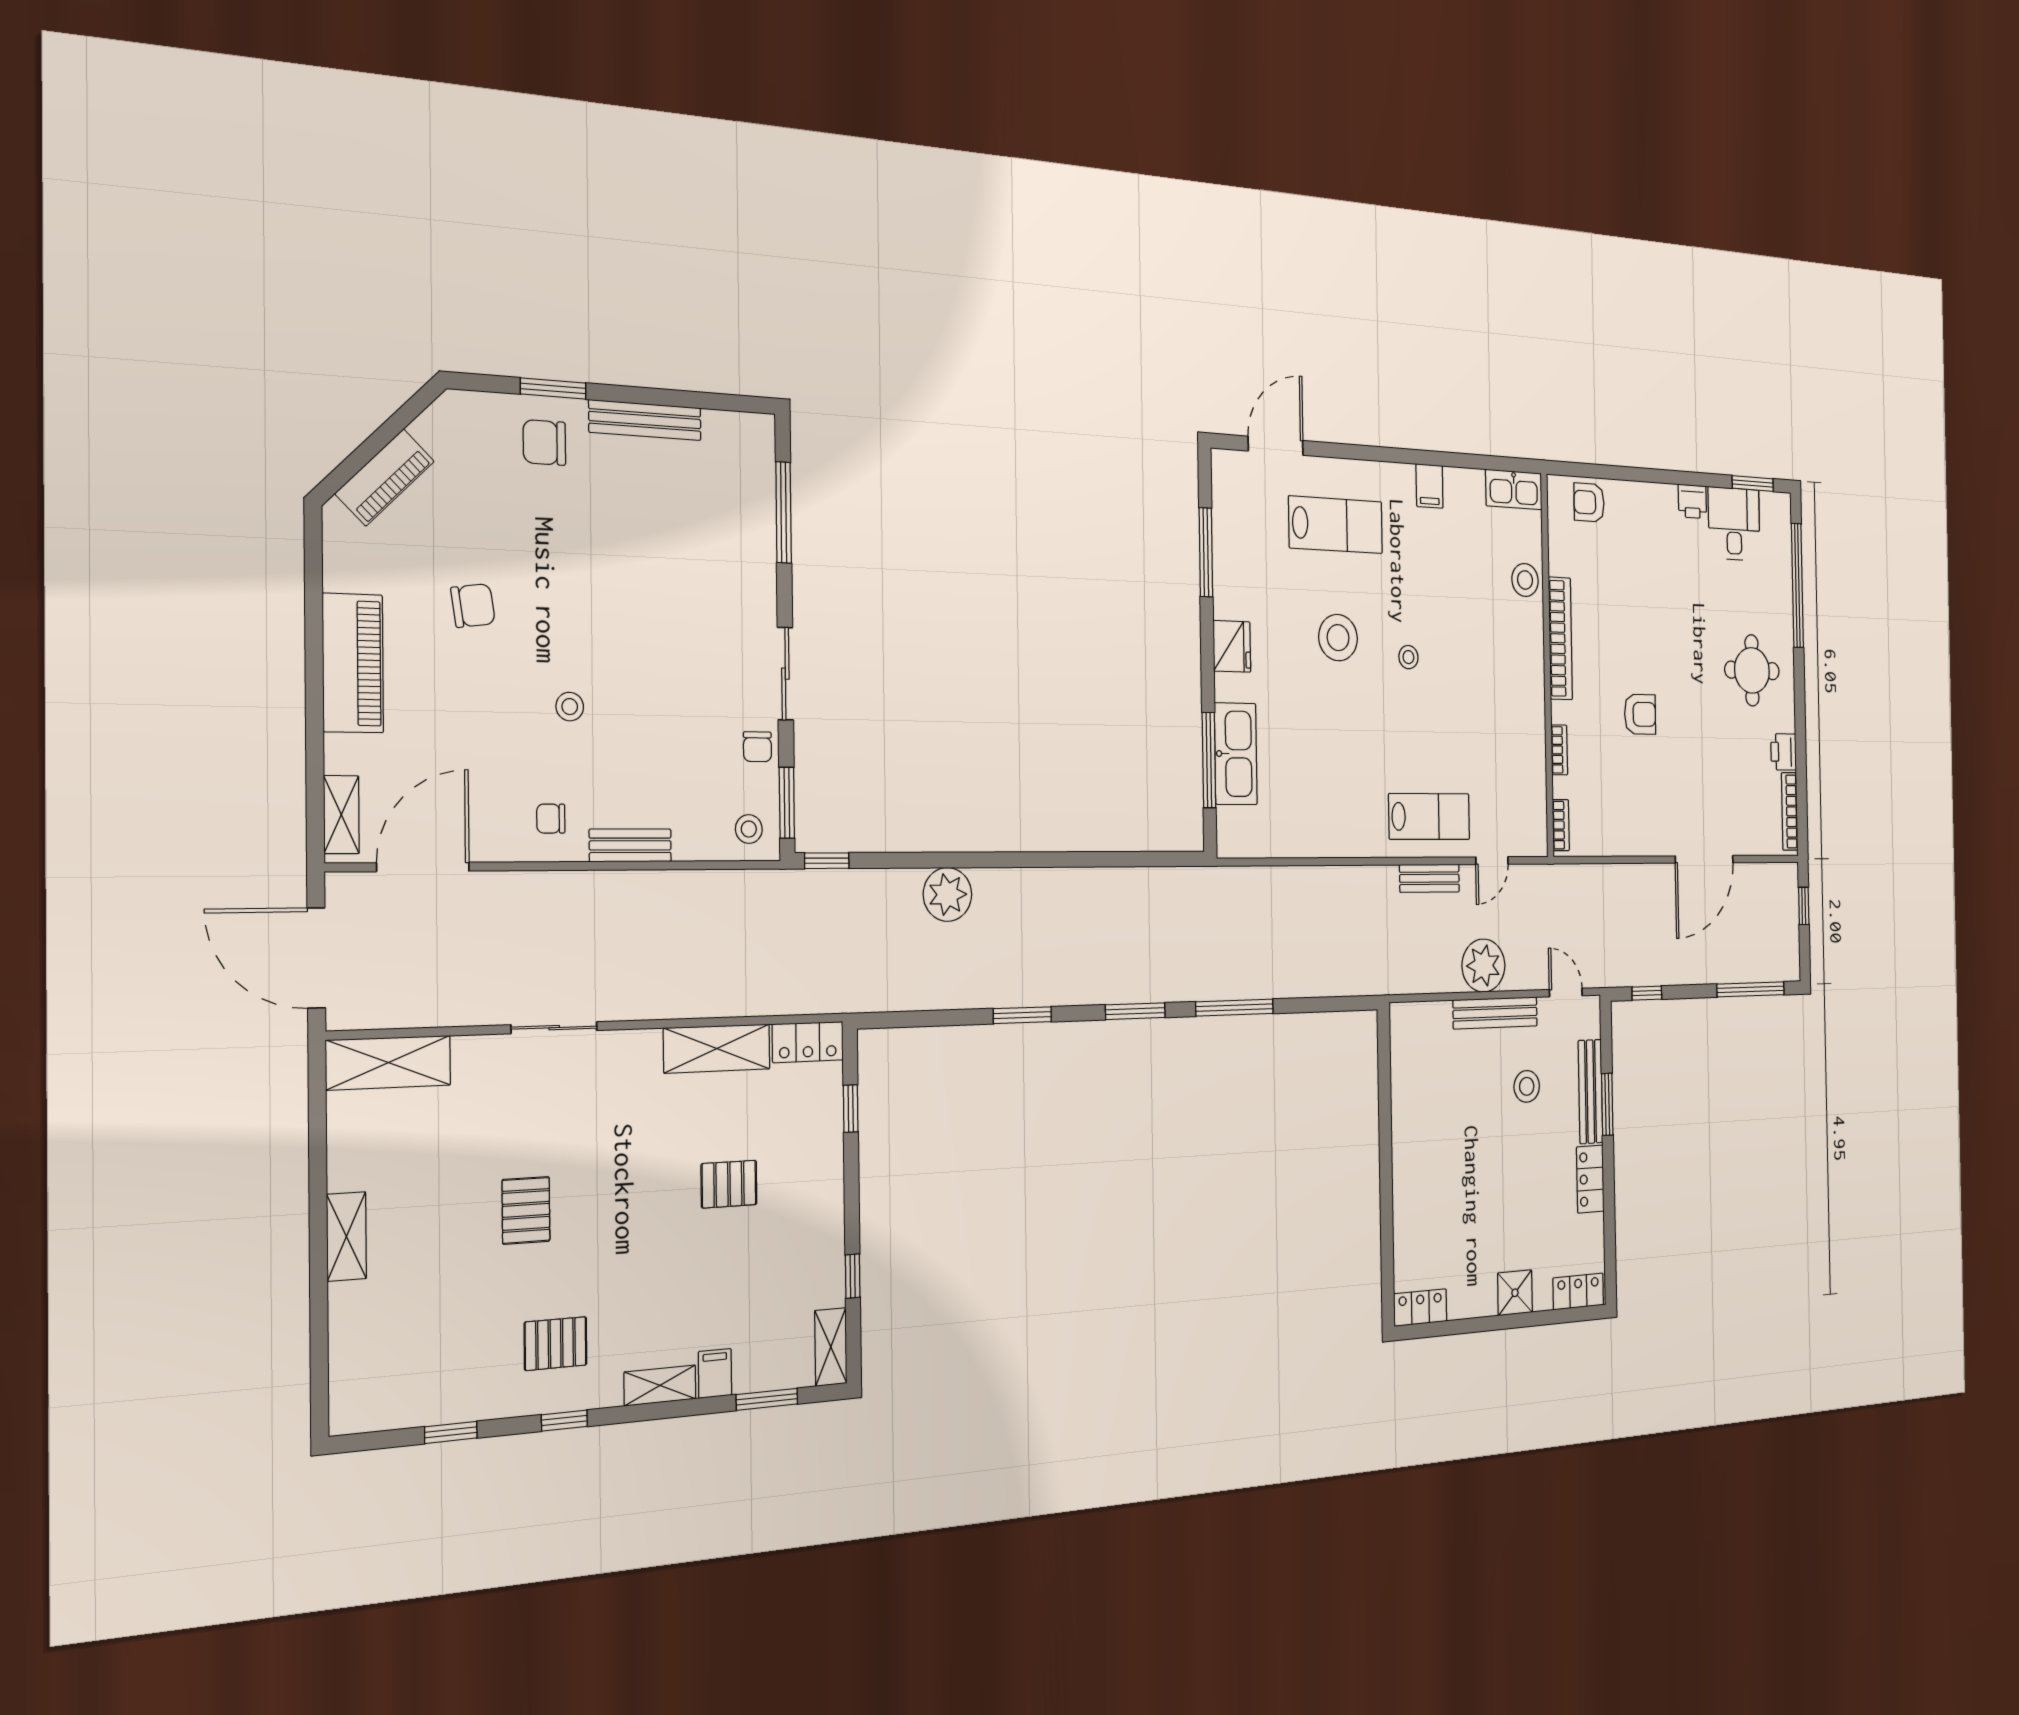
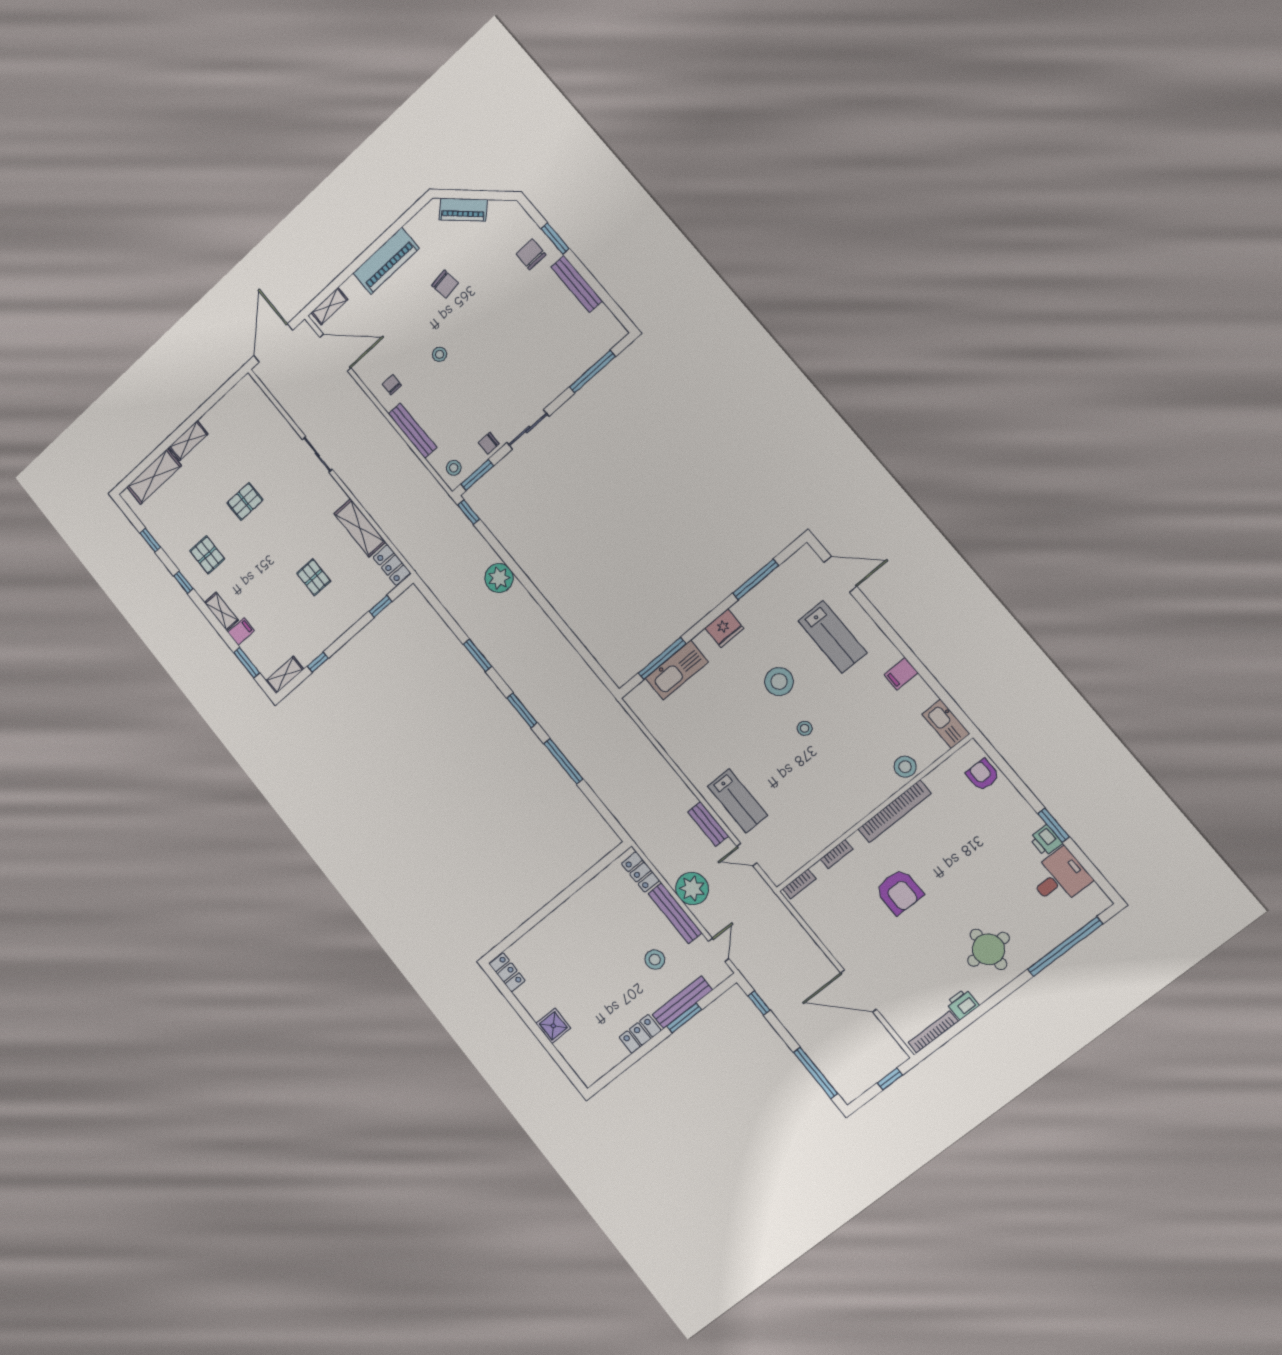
window: (1753, 484) -> (1054, 825), moved
armchair: (1640, 714) -> (899, 892), width x1.38, depth x1.38
bench: (630, 845) -> (413, 431), width x1.36
shelving: (388, 1063) -> (154, 476), moved, turned 90
locker: (1578, 1291) -> (640, 872), moved, turned 180

